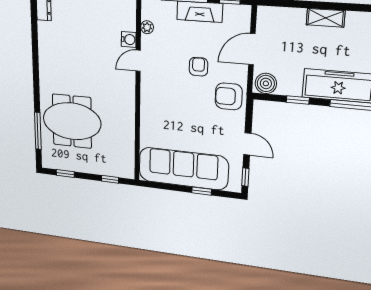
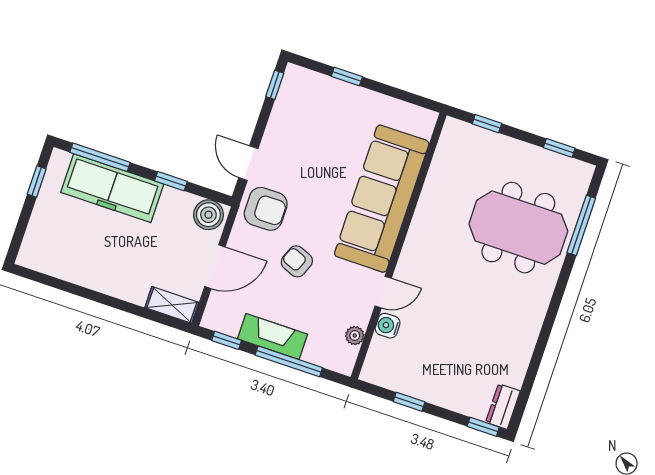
shelving: (326, 18) -> (172, 305), moved
armchair: (198, 67) -> (297, 261), turned 112
door: (247, 144) -> (248, 163), moved
sofa: (183, 169) -> (382, 199), moved, turned 90

